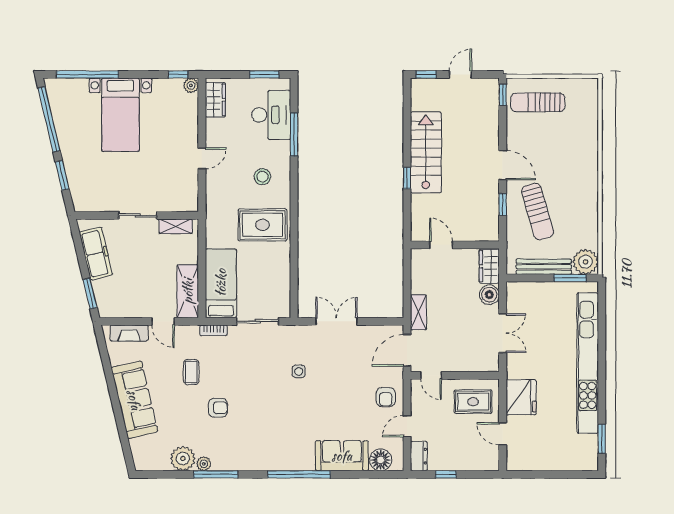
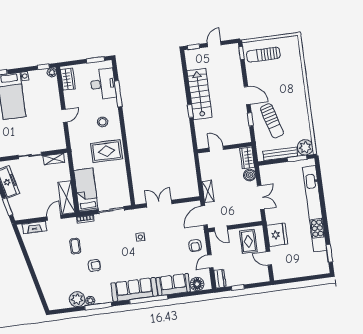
door: (163, 321) -> (54, 218), swing flipped
sofa: (134, 400) -> (134, 290), moved, turned -77
rug: (473, 402) -> (248, 241), turned 90

